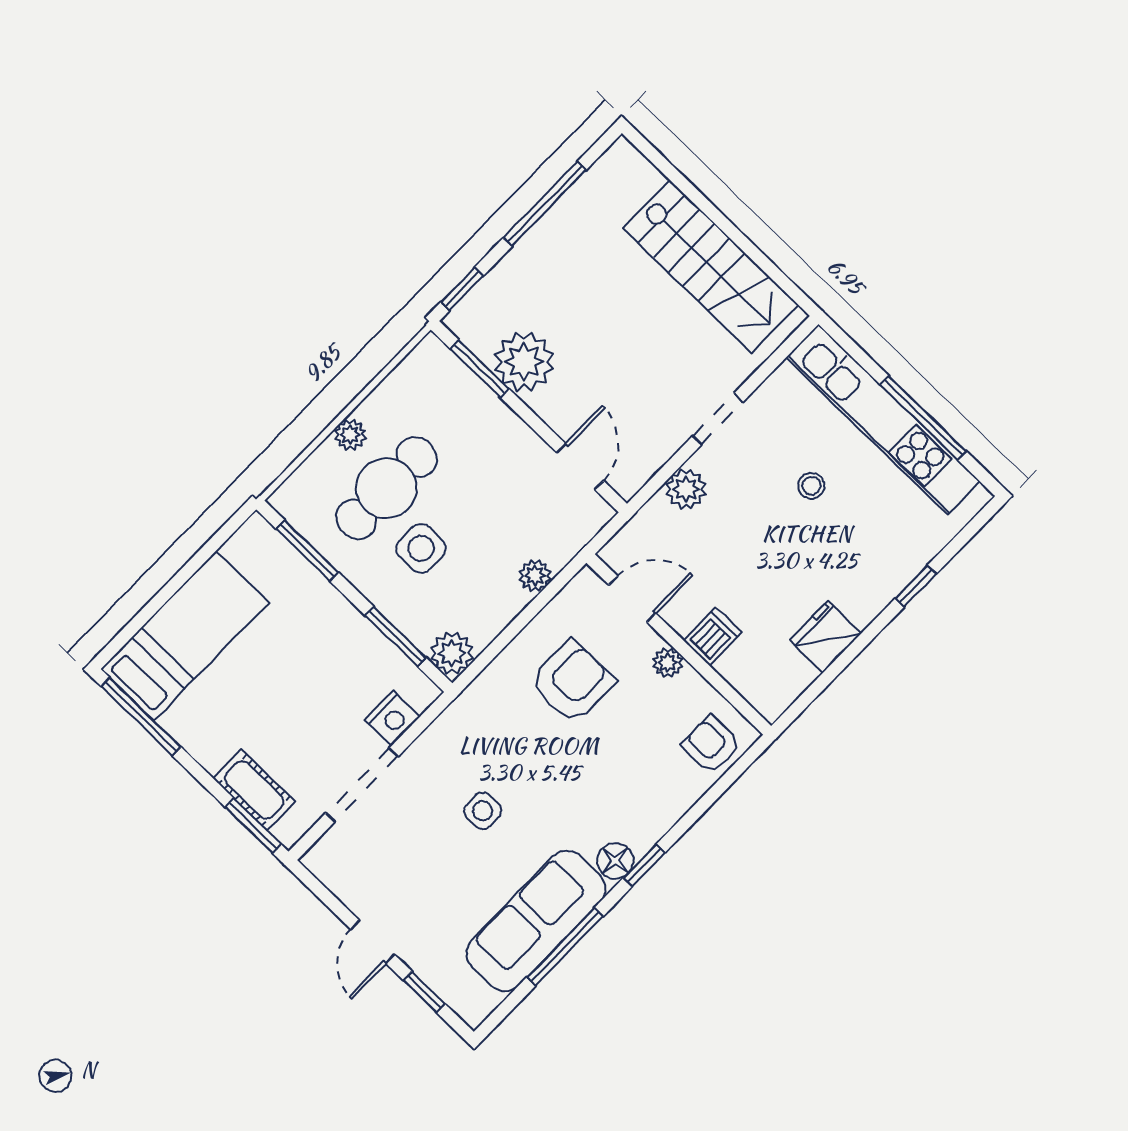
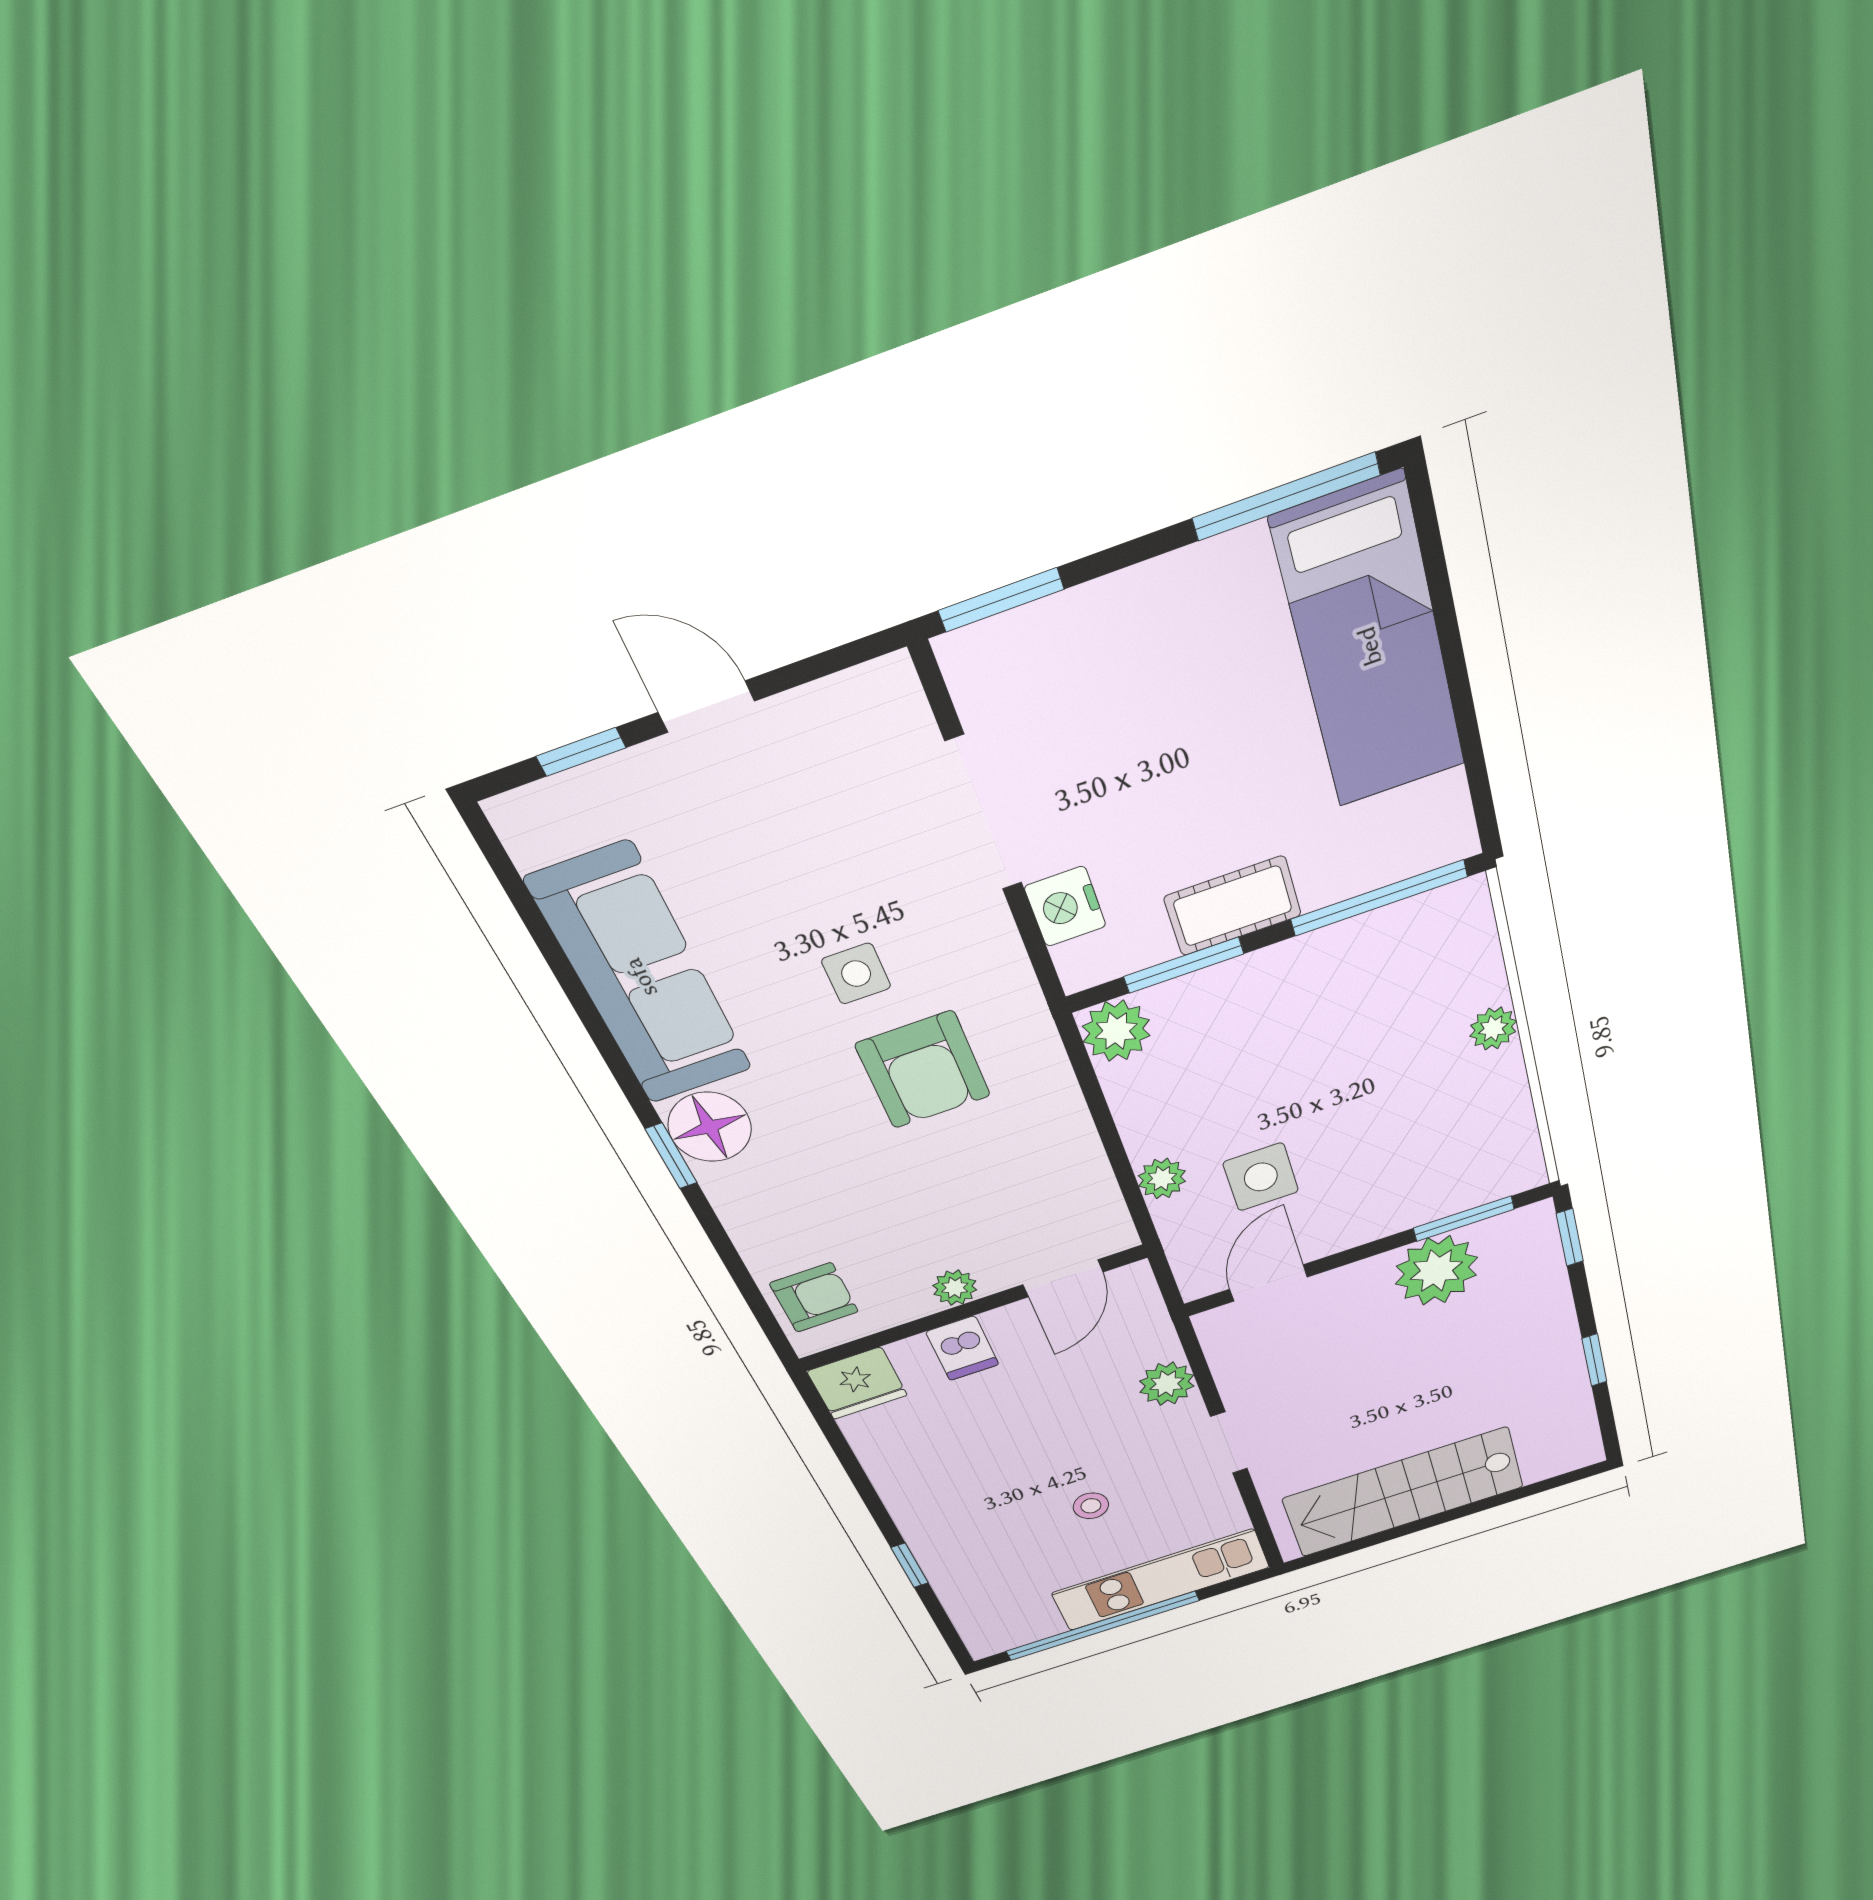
window: (545, 204) -> (1594, 1360), width x0.46
window: (923, 418) -> (1103, 1626), width x1.46
kitchen unit: (883, 419) -> (1161, 1580), width x0.73
door: (580, 466) -> (1268, 1283), swing flipped
cafe table: (386, 488) -> (1394, 1044), removed
side table: (421, 548) -> (1261, 1177), moved
window: (307, 551) -> (1379, 898), width x1.44
fridge: (825, 637) -> (857, 1383), moved, turned 90
armchair: (572, 682) -> (923, 1070), moved
cot: (254, 790) -> (1233, 906), moved
floor lamp: (615, 861) -> (710, 1127), width x1.38, depth x1.38
window: (565, 947) -> (581, 1001), removed

